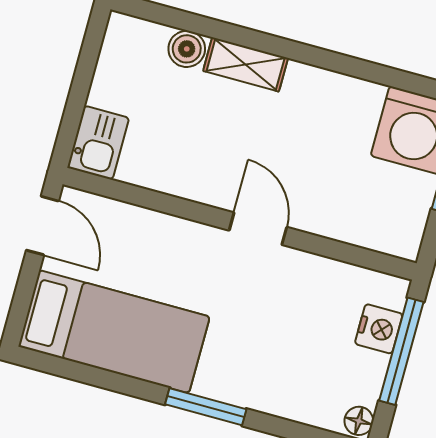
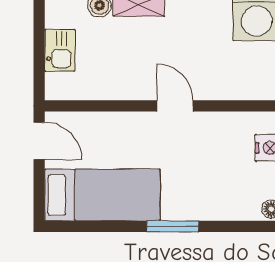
kitchen sink: (98, 143) -> (60, 50), moved

